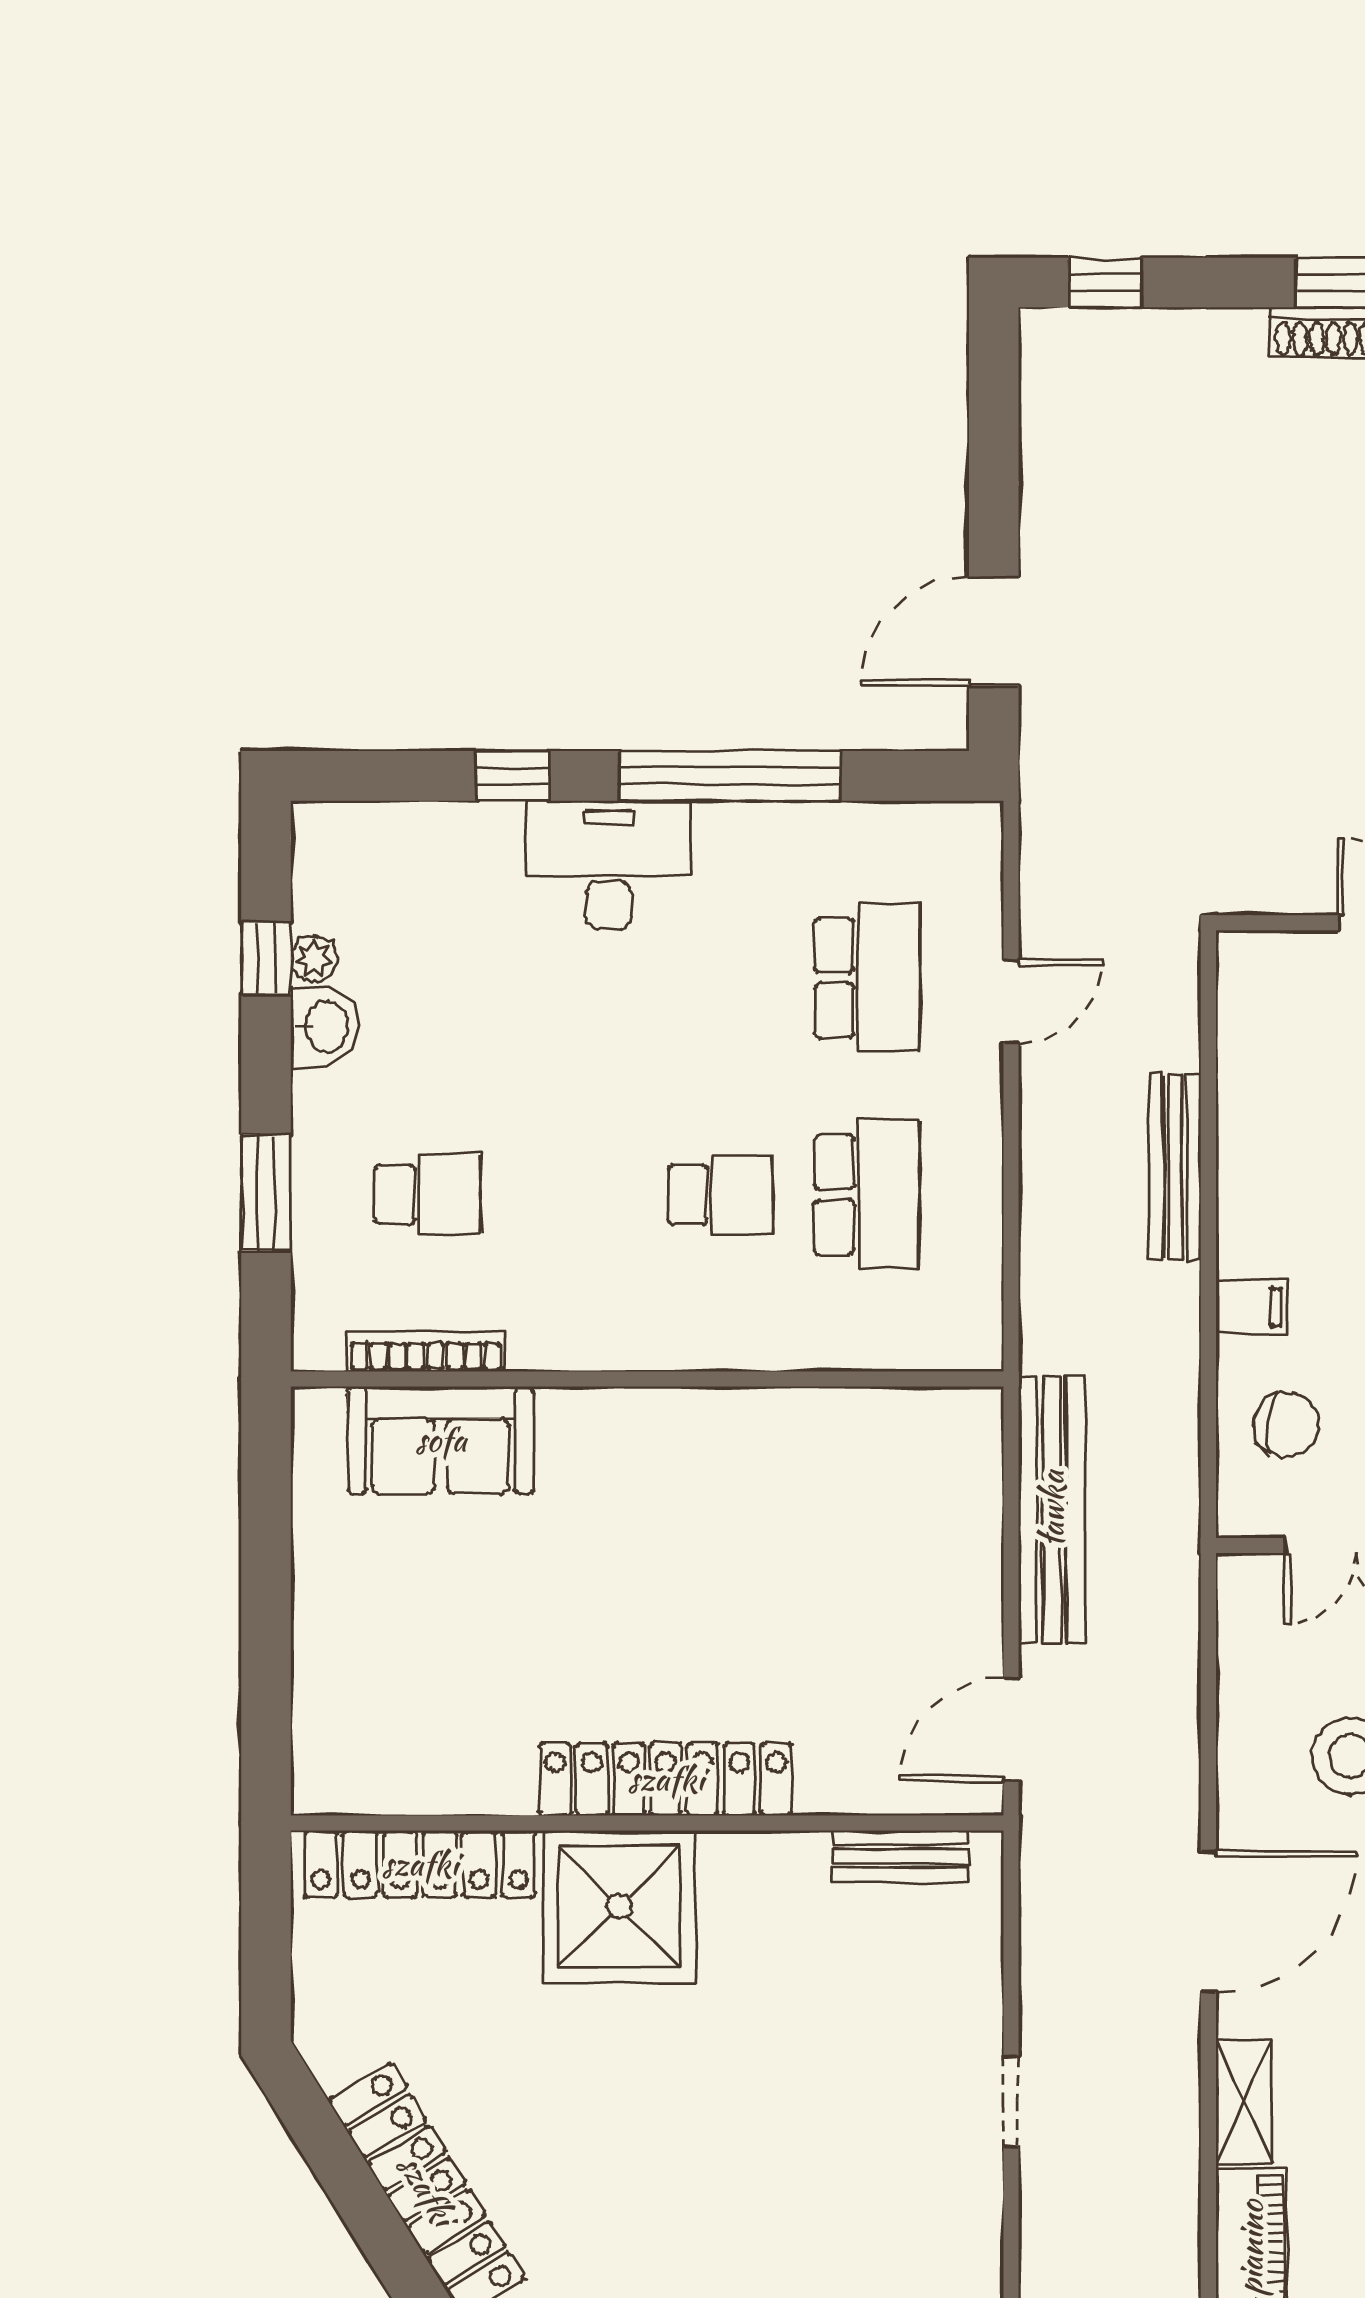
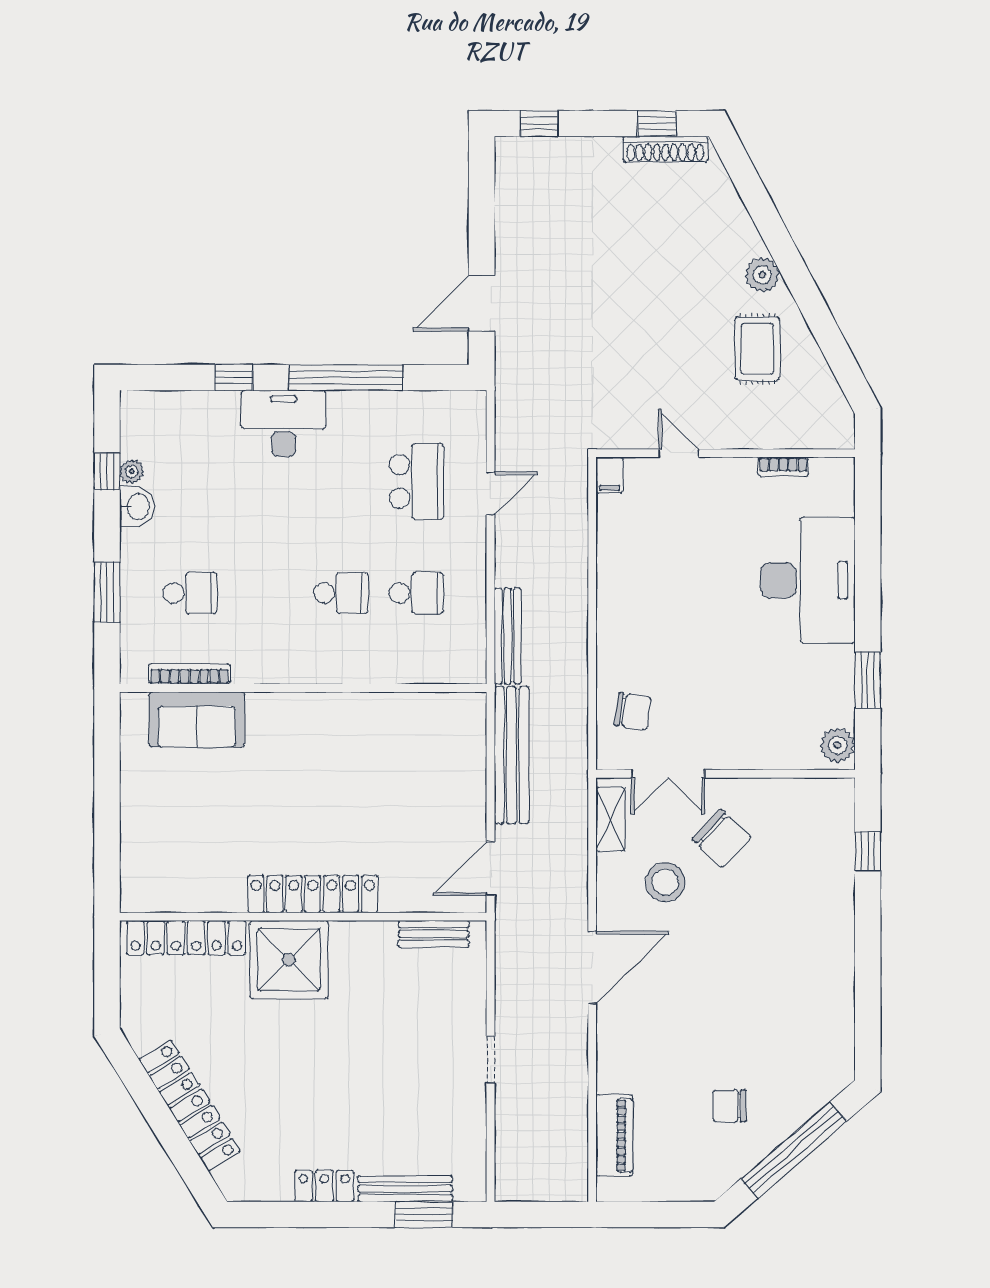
bench: (1175, 1167) -> (508, 636), moved
school desk: (867, 1194) -> (416, 593), width x0.54
filing cabinet: (1251, 1307) -> (610, 475), moved, turned 90
shelving: (1244, 2101) -> (610, 819), moved

